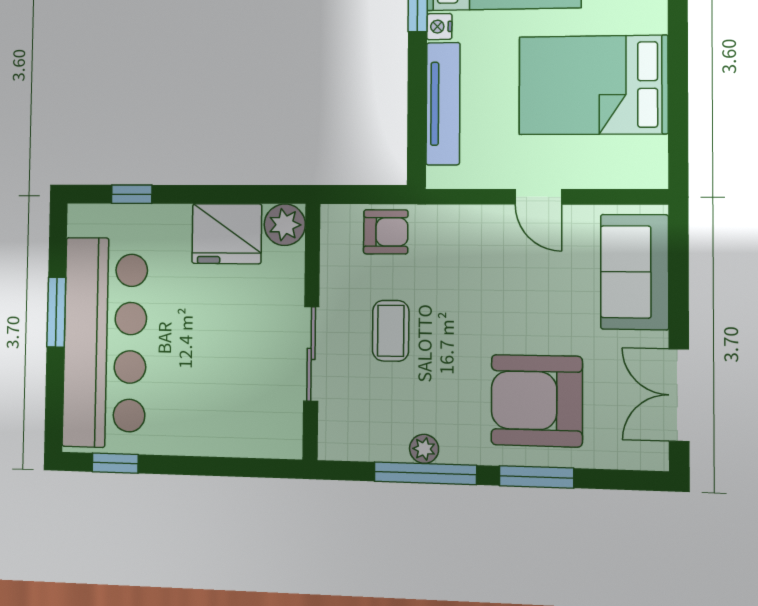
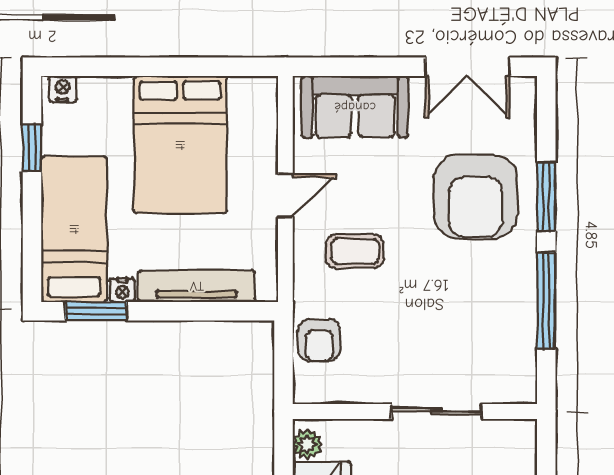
plant: (285, 225) -> (307, 444), width x0.73, depth x0.73
armchair: (386, 232) -> (319, 340), turned 180
coffee table: (391, 331) -> (355, 251), moved
plant: (424, 449) -> (523, 302), removed

